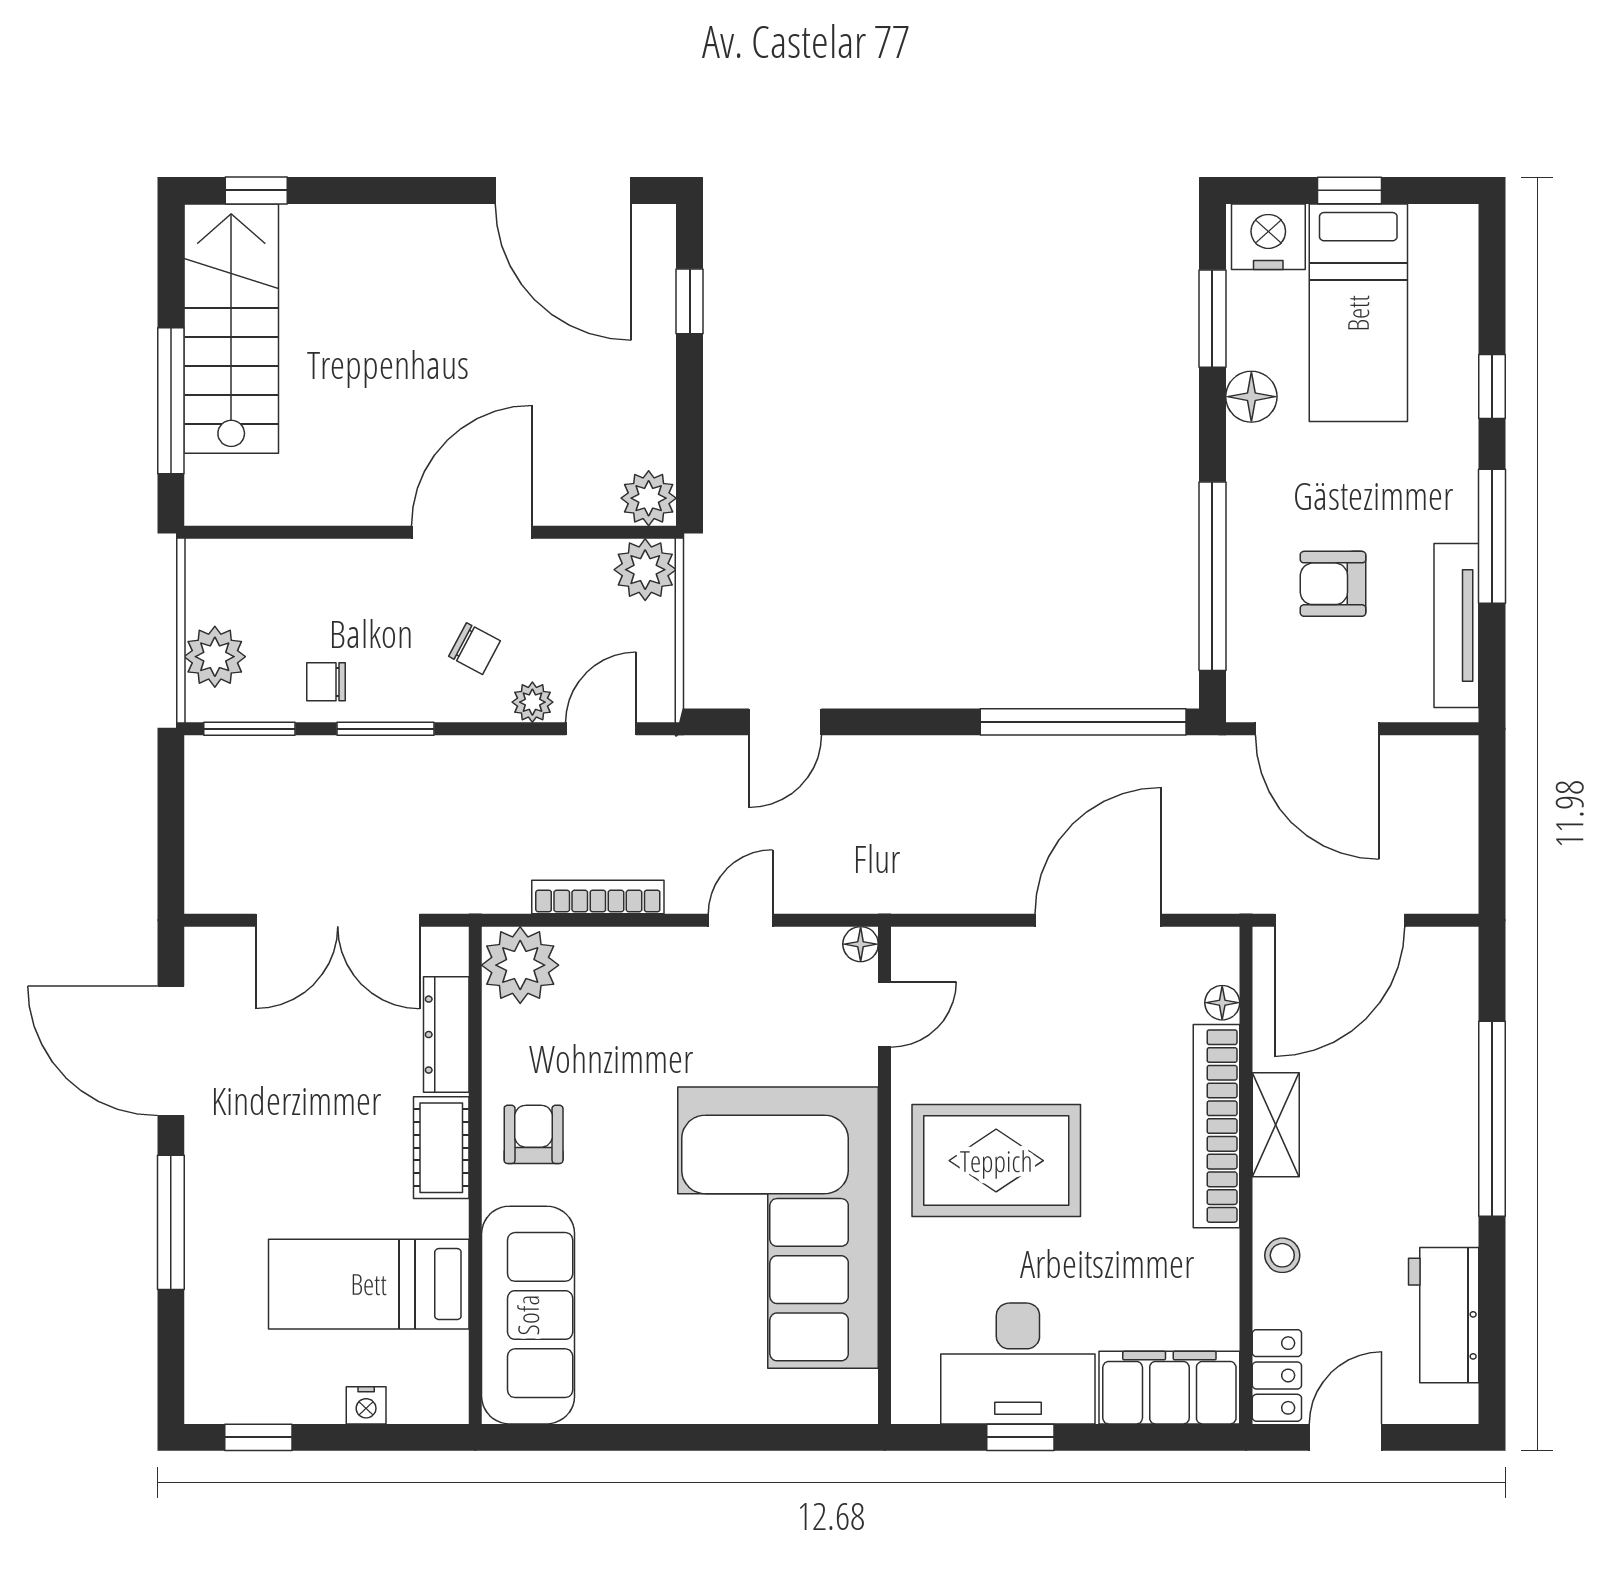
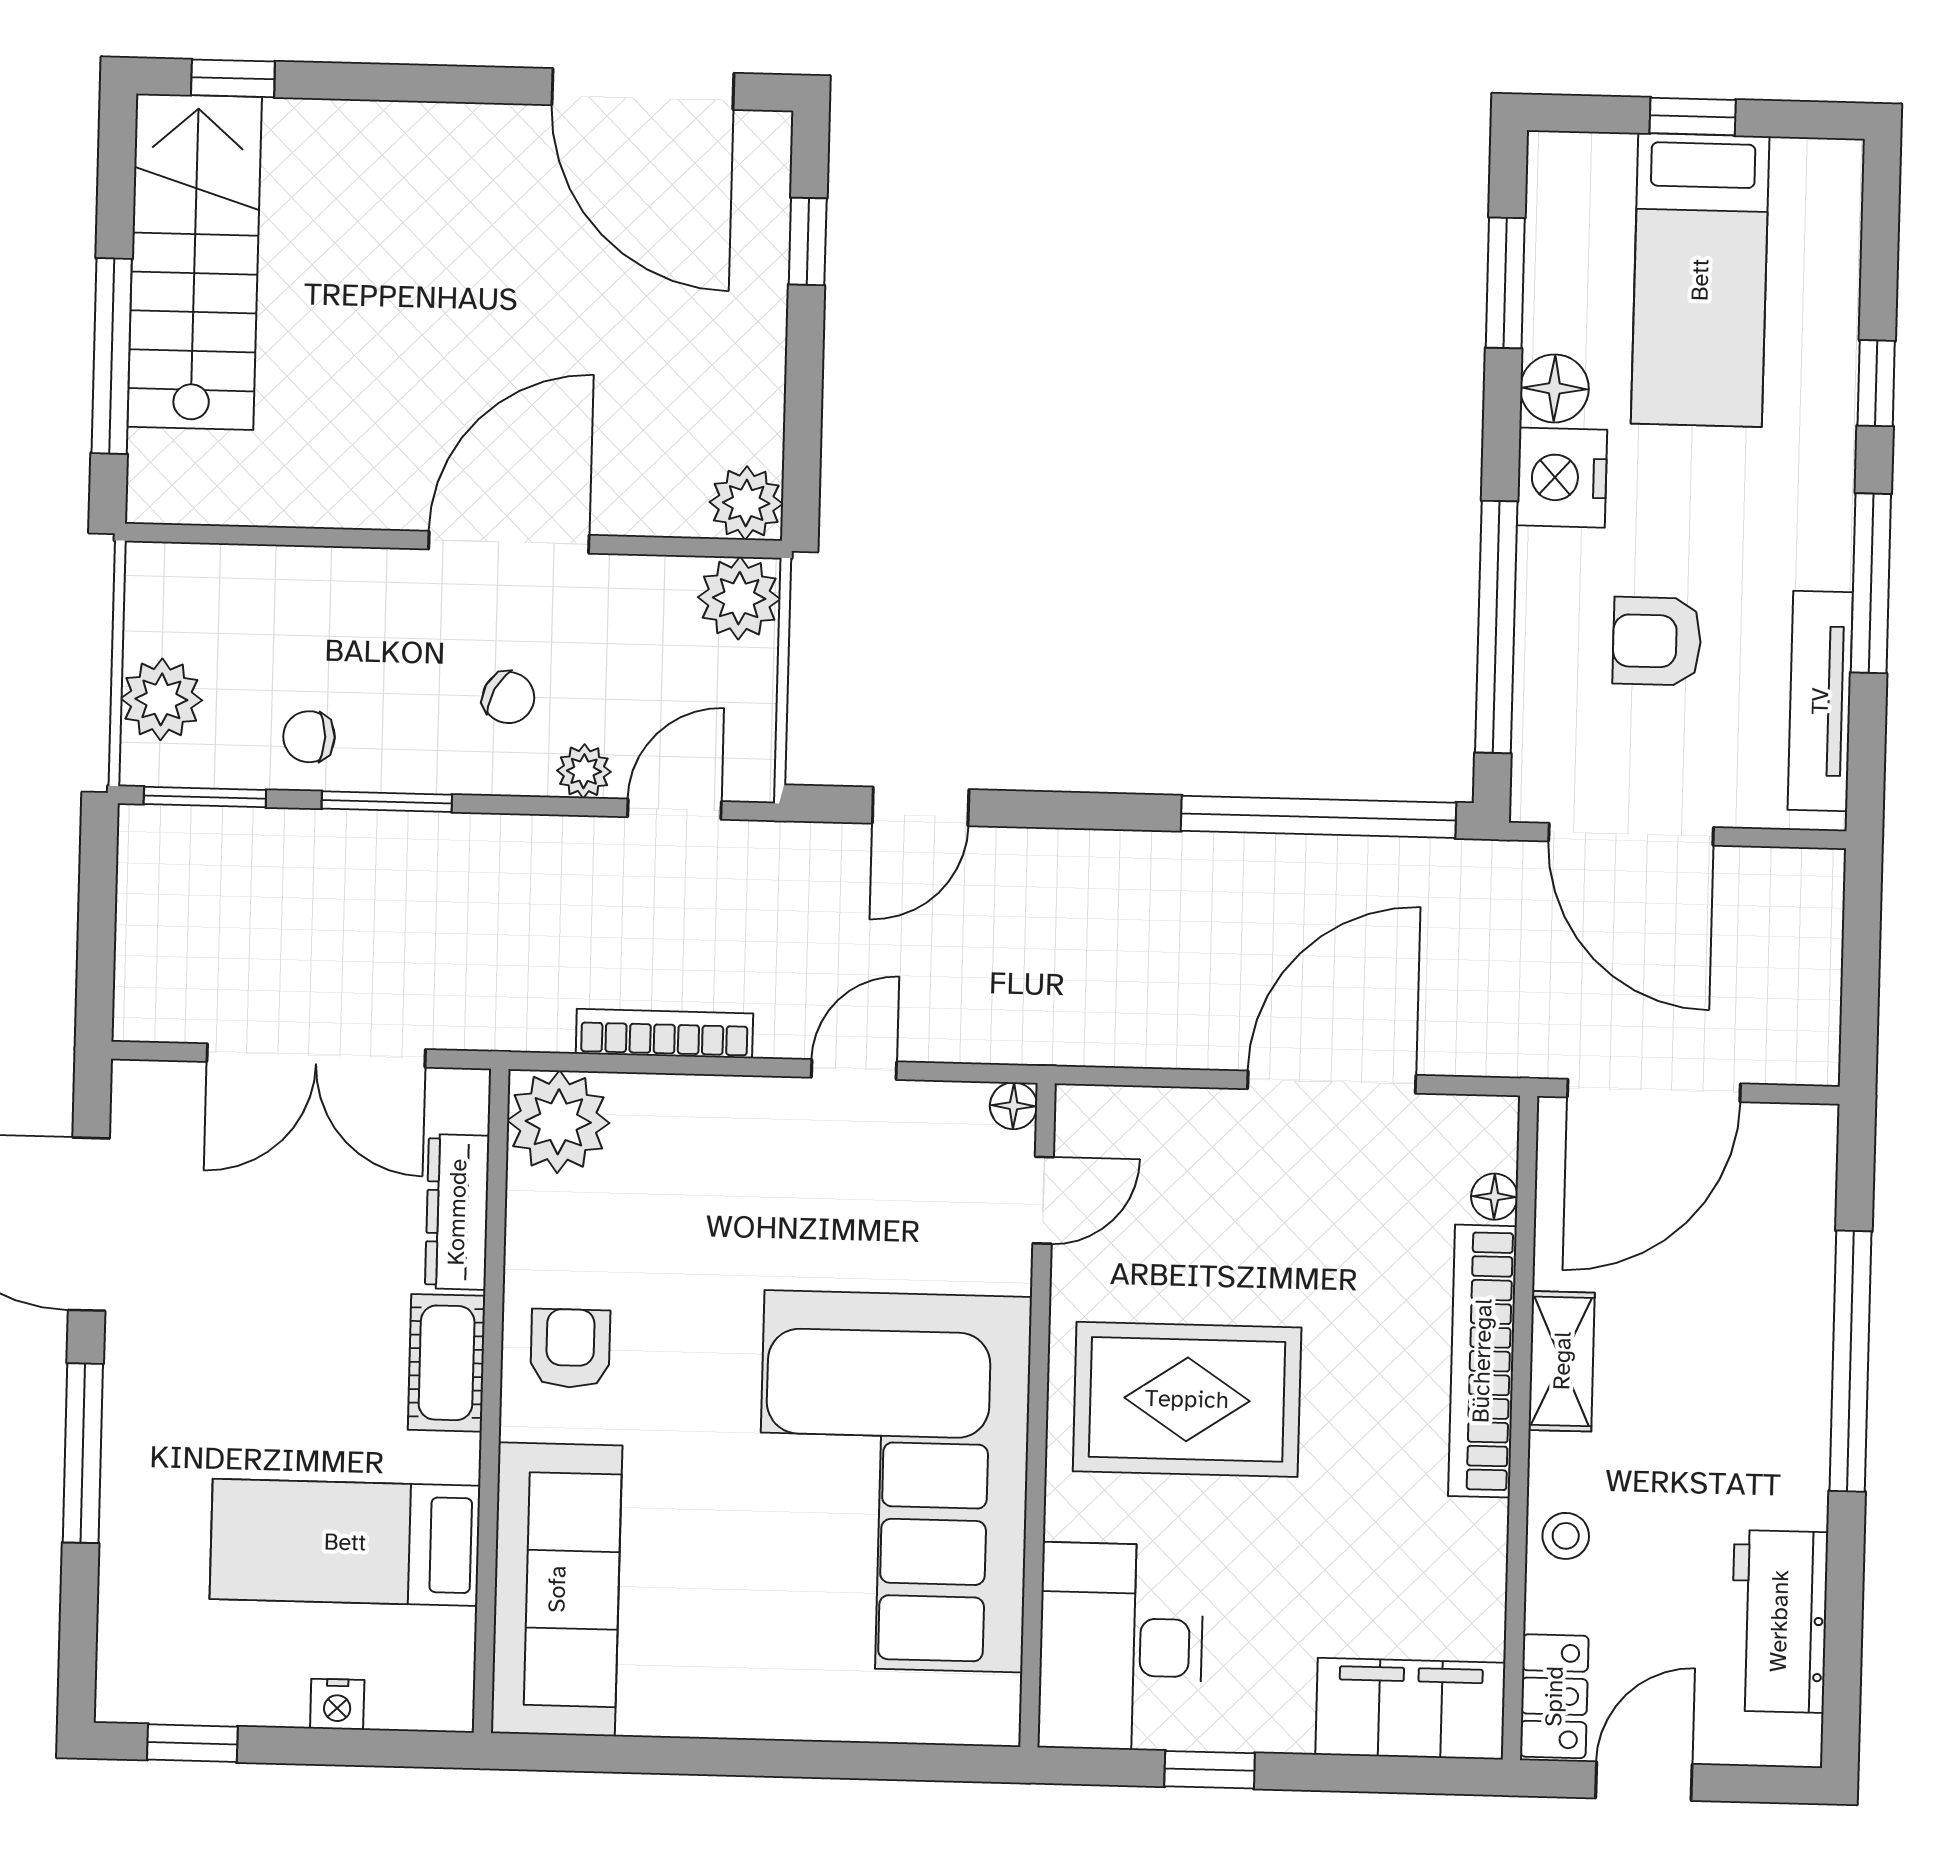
nightstand: (1268, 237) -> (1562, 478), moved, turned -90
desk: (1018, 1363) -> (1121, 1647), moved, turned 90

